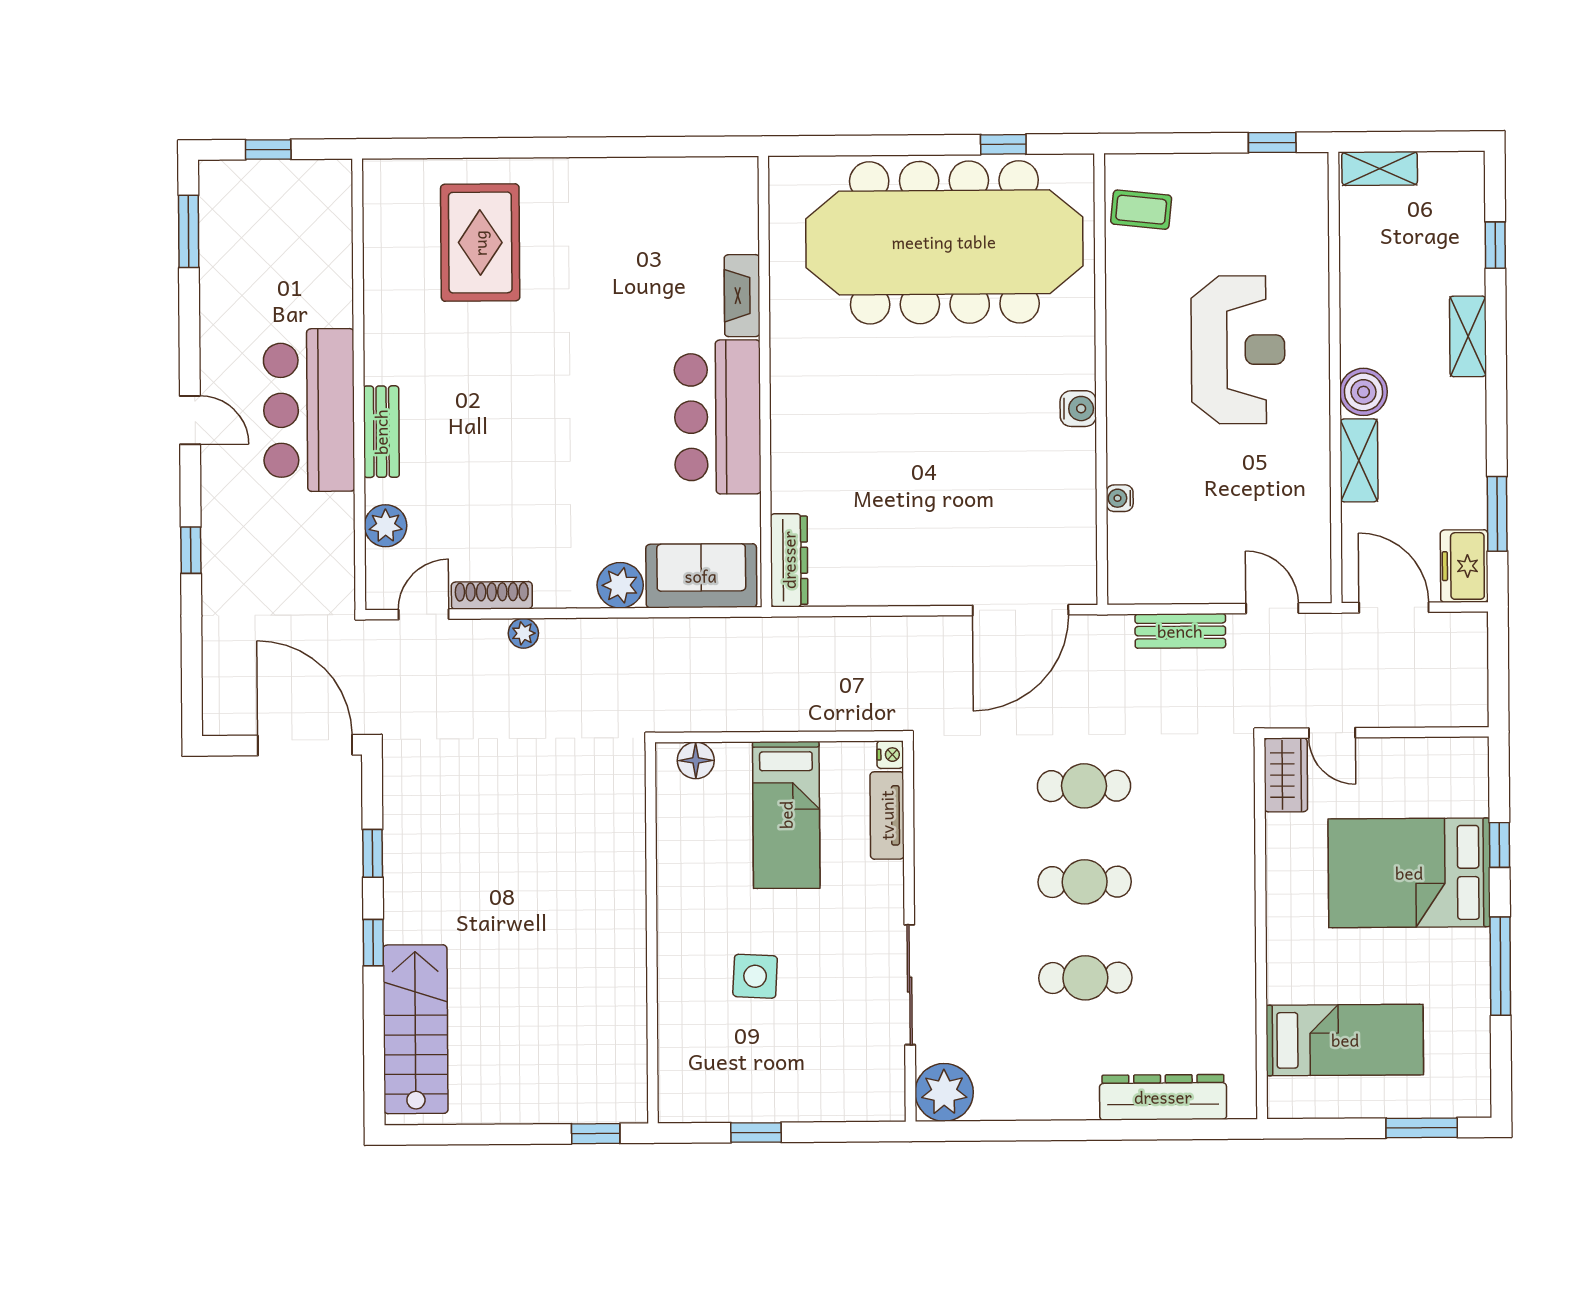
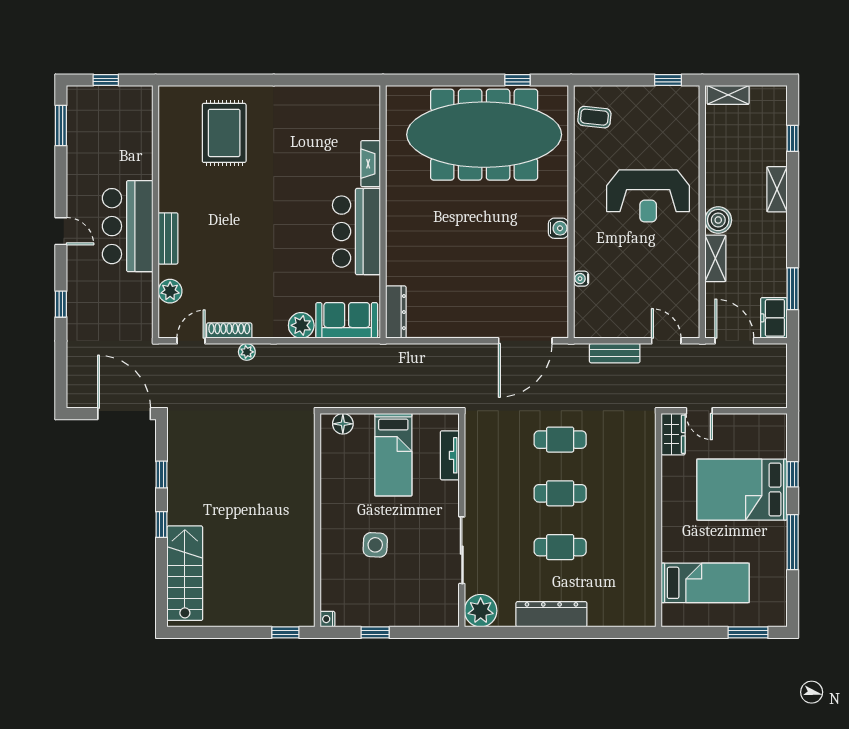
reception desk: (1238, 350) -> (648, 196), turned 90
nightstand: (890, 755) -> (327, 619), moved, turned 180
dresser: (1163, 1097) -> (551, 614), moved

